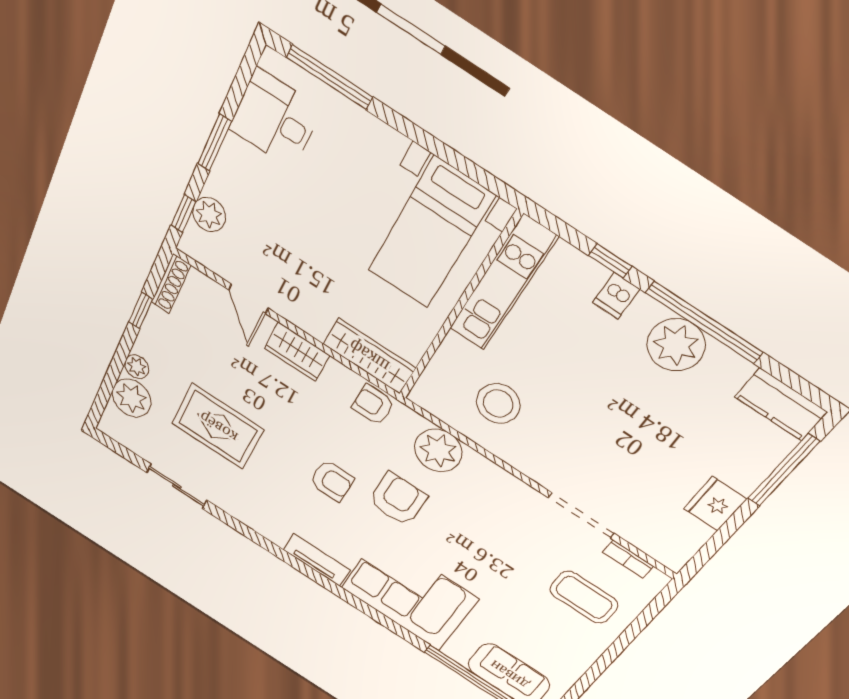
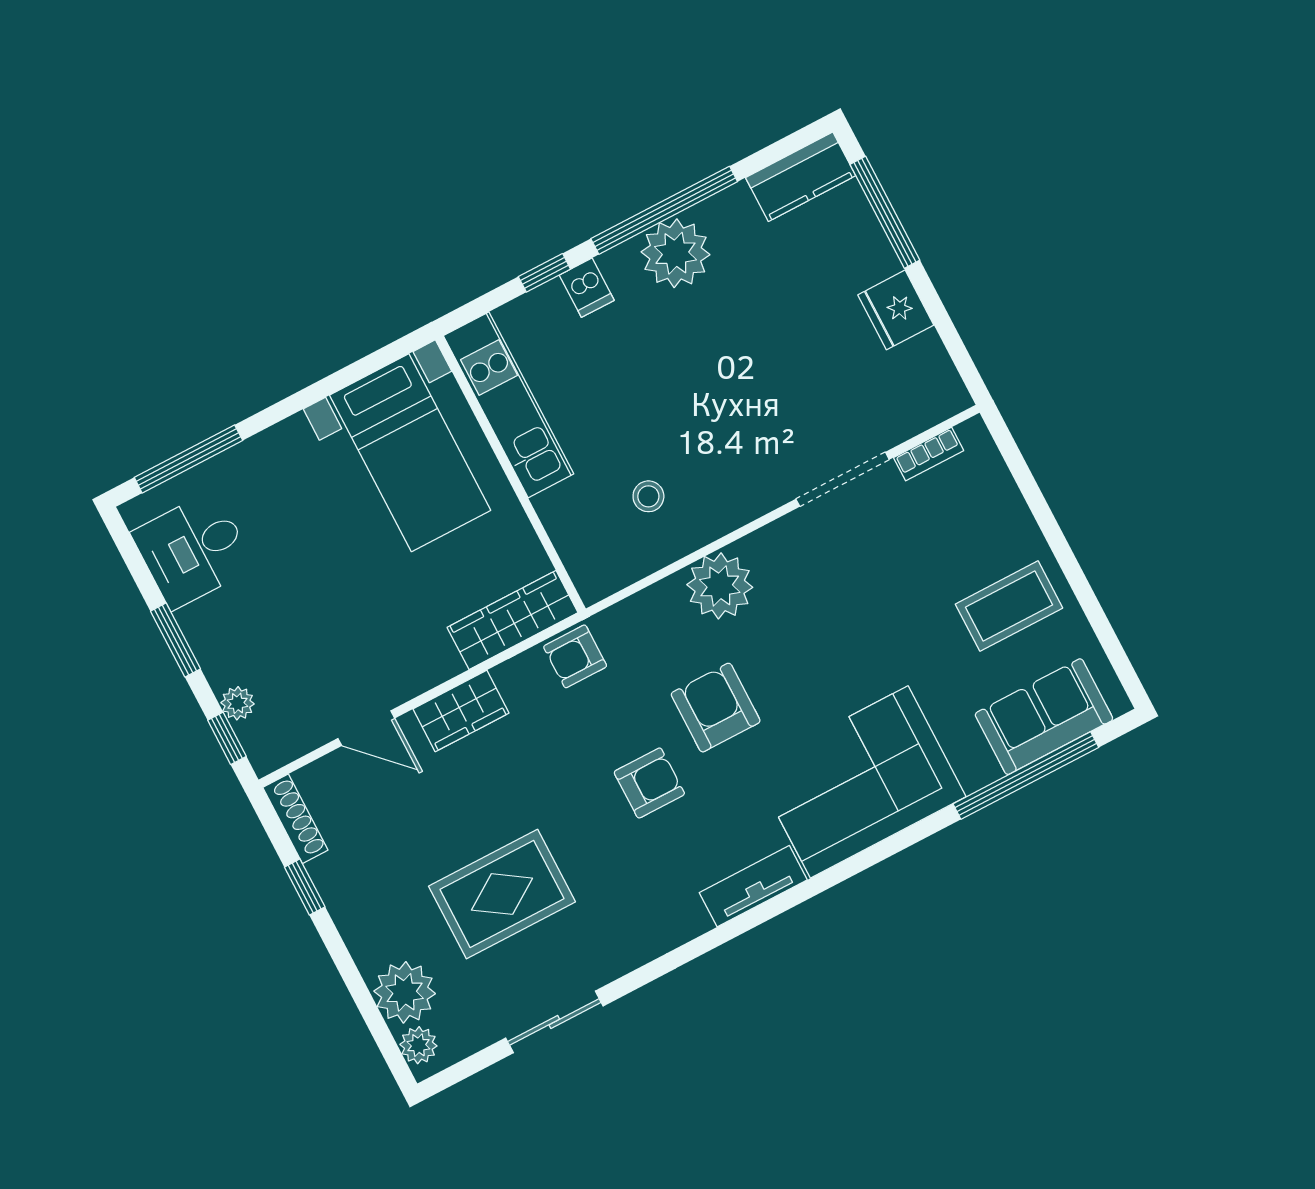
plant: (209, 215) -> (238, 703), width x0.73, depth x0.73
plant: (137, 367) -> (418, 1045), moved
stool: (498, 403) -> (648, 496), width x0.53, depth x0.53
plant: (438, 450) -> (720, 586), moved
coffee table: (584, 597) -> (1009, 606), moved

